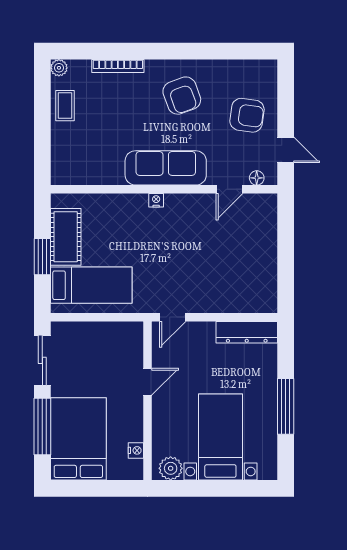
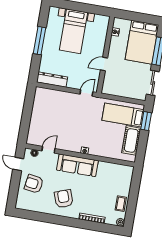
window: (42, 257) -> (146, 121), moved
plant: (171, 468) -> (100, 20), removed

